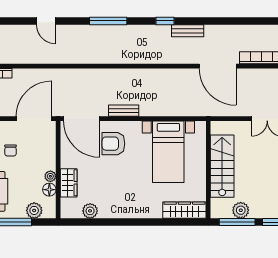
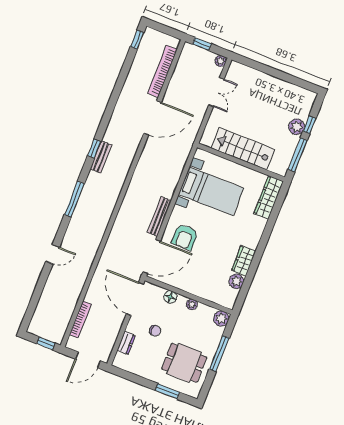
bench: (188, 31) -> (101, 157), moved
bench: (124, 111) -> (159, 217), width x1.36
wardrobe: (69, 183) -> (244, 261), moved, turned -90
floor lamp: (49, 190) -> (170, 297), moved
plant: (34, 210) -> (221, 318), moved
plant: (241, 210) -> (297, 127), moved

